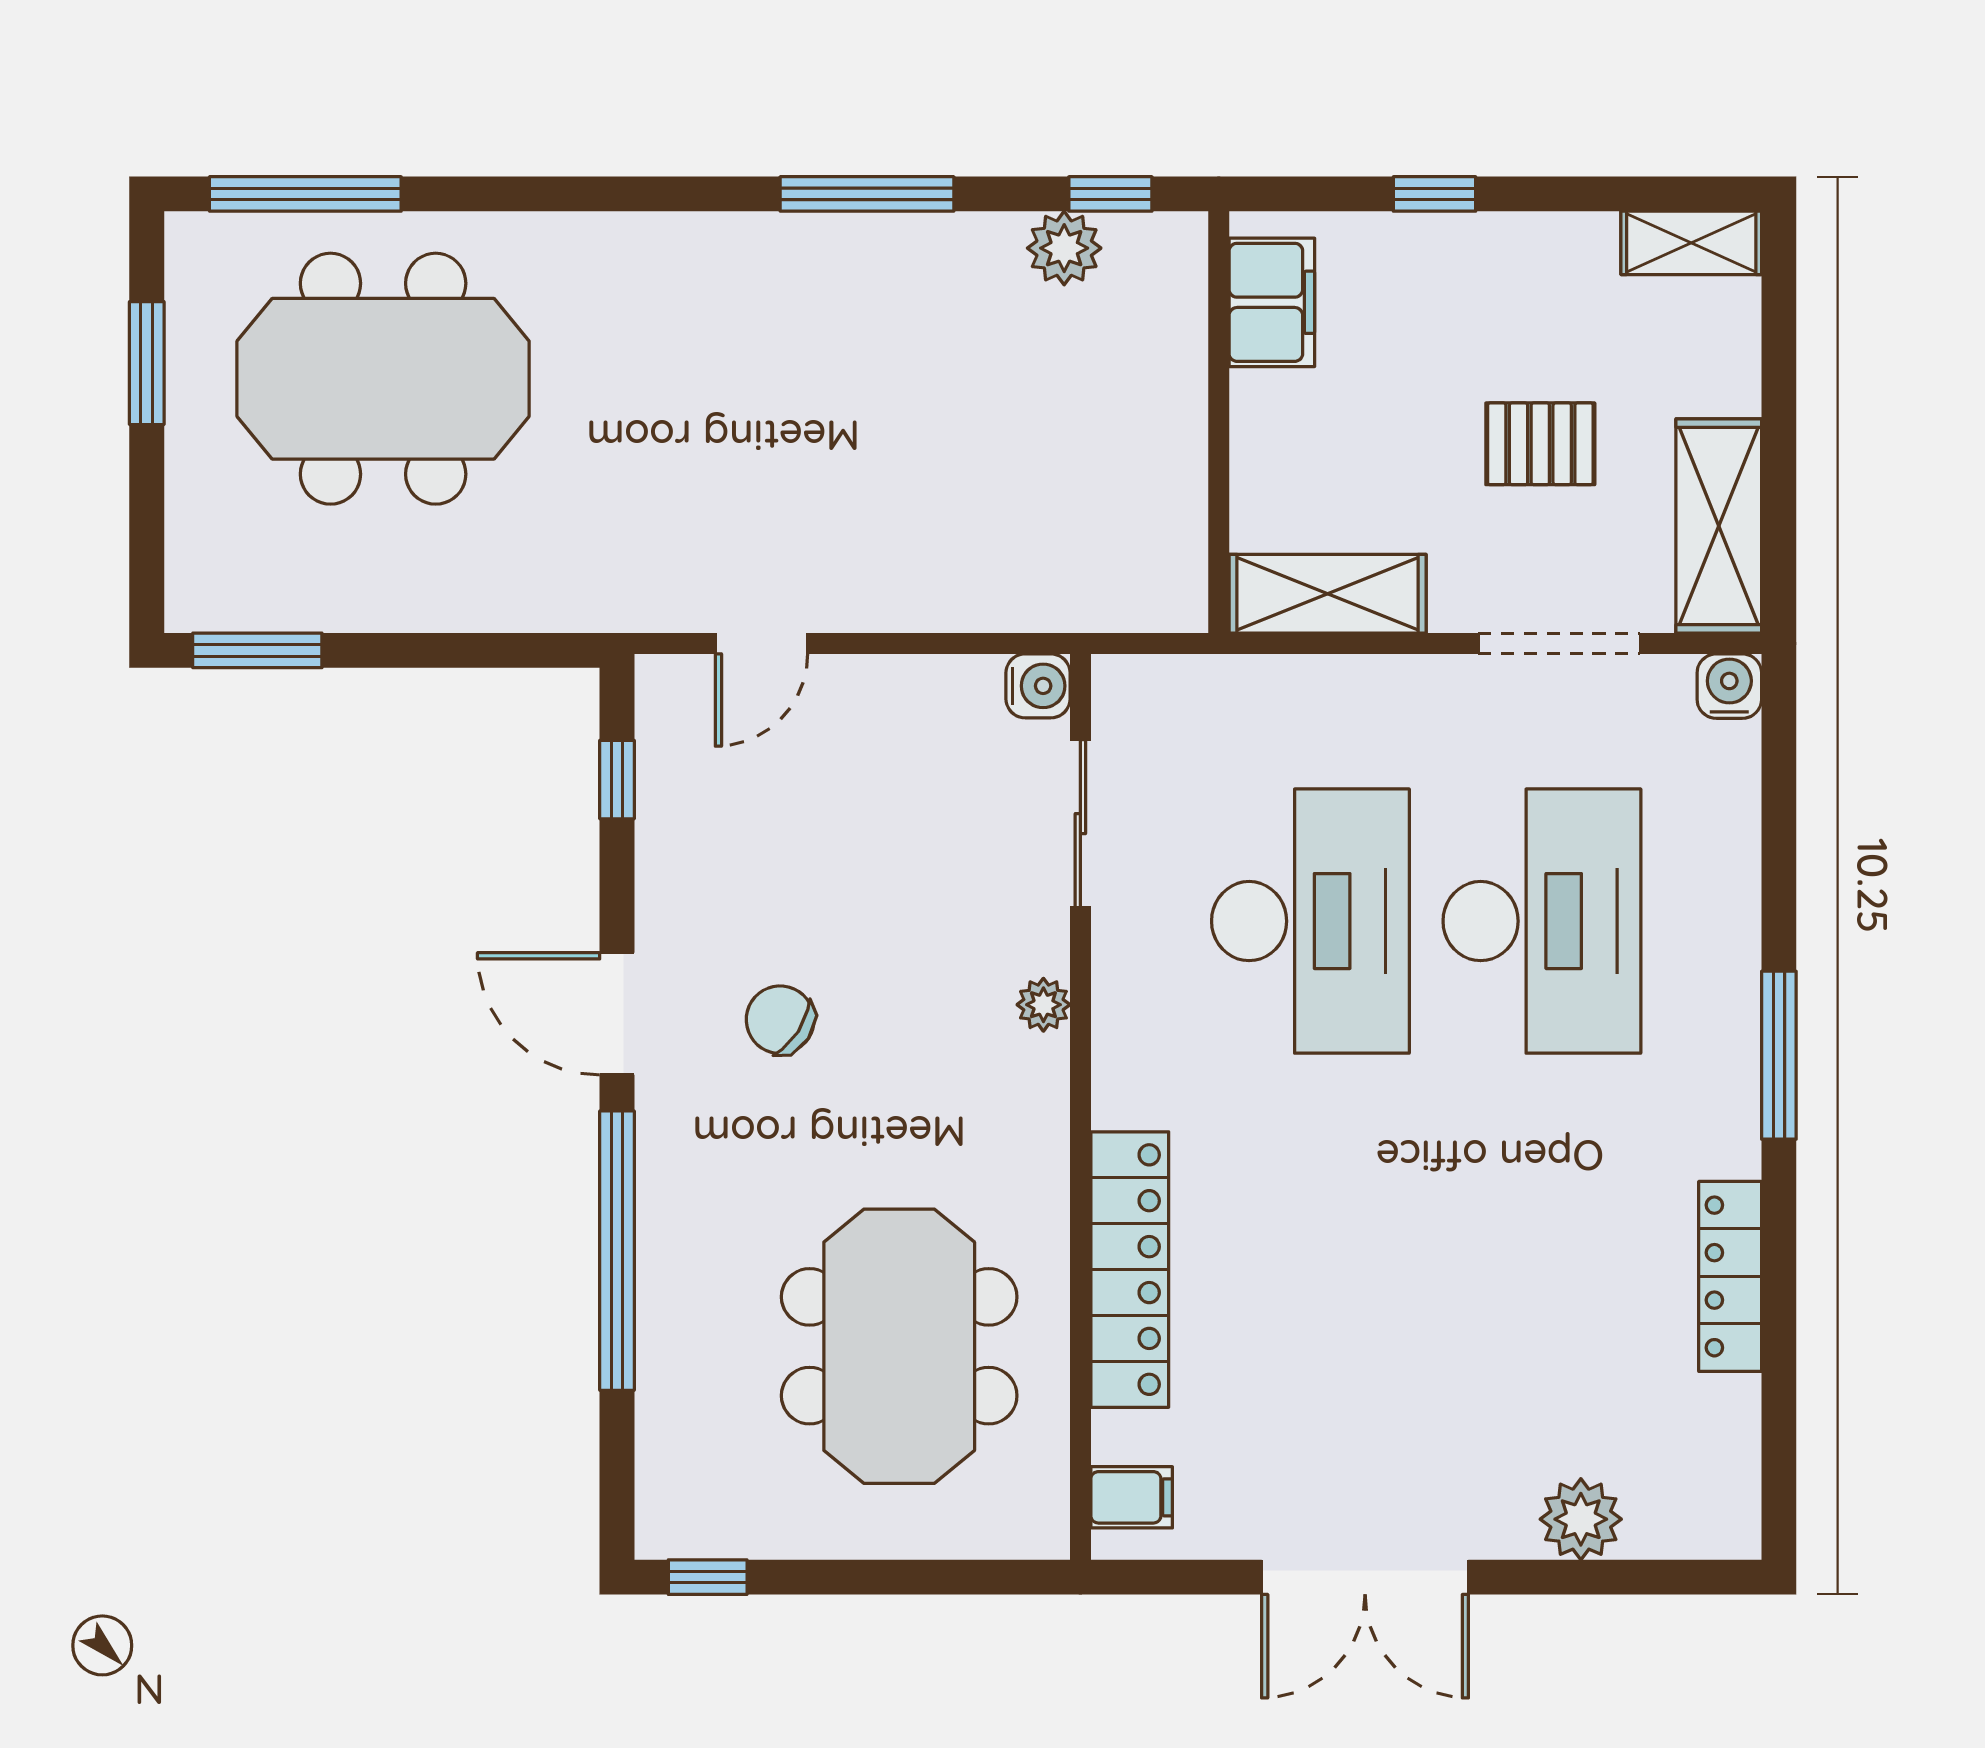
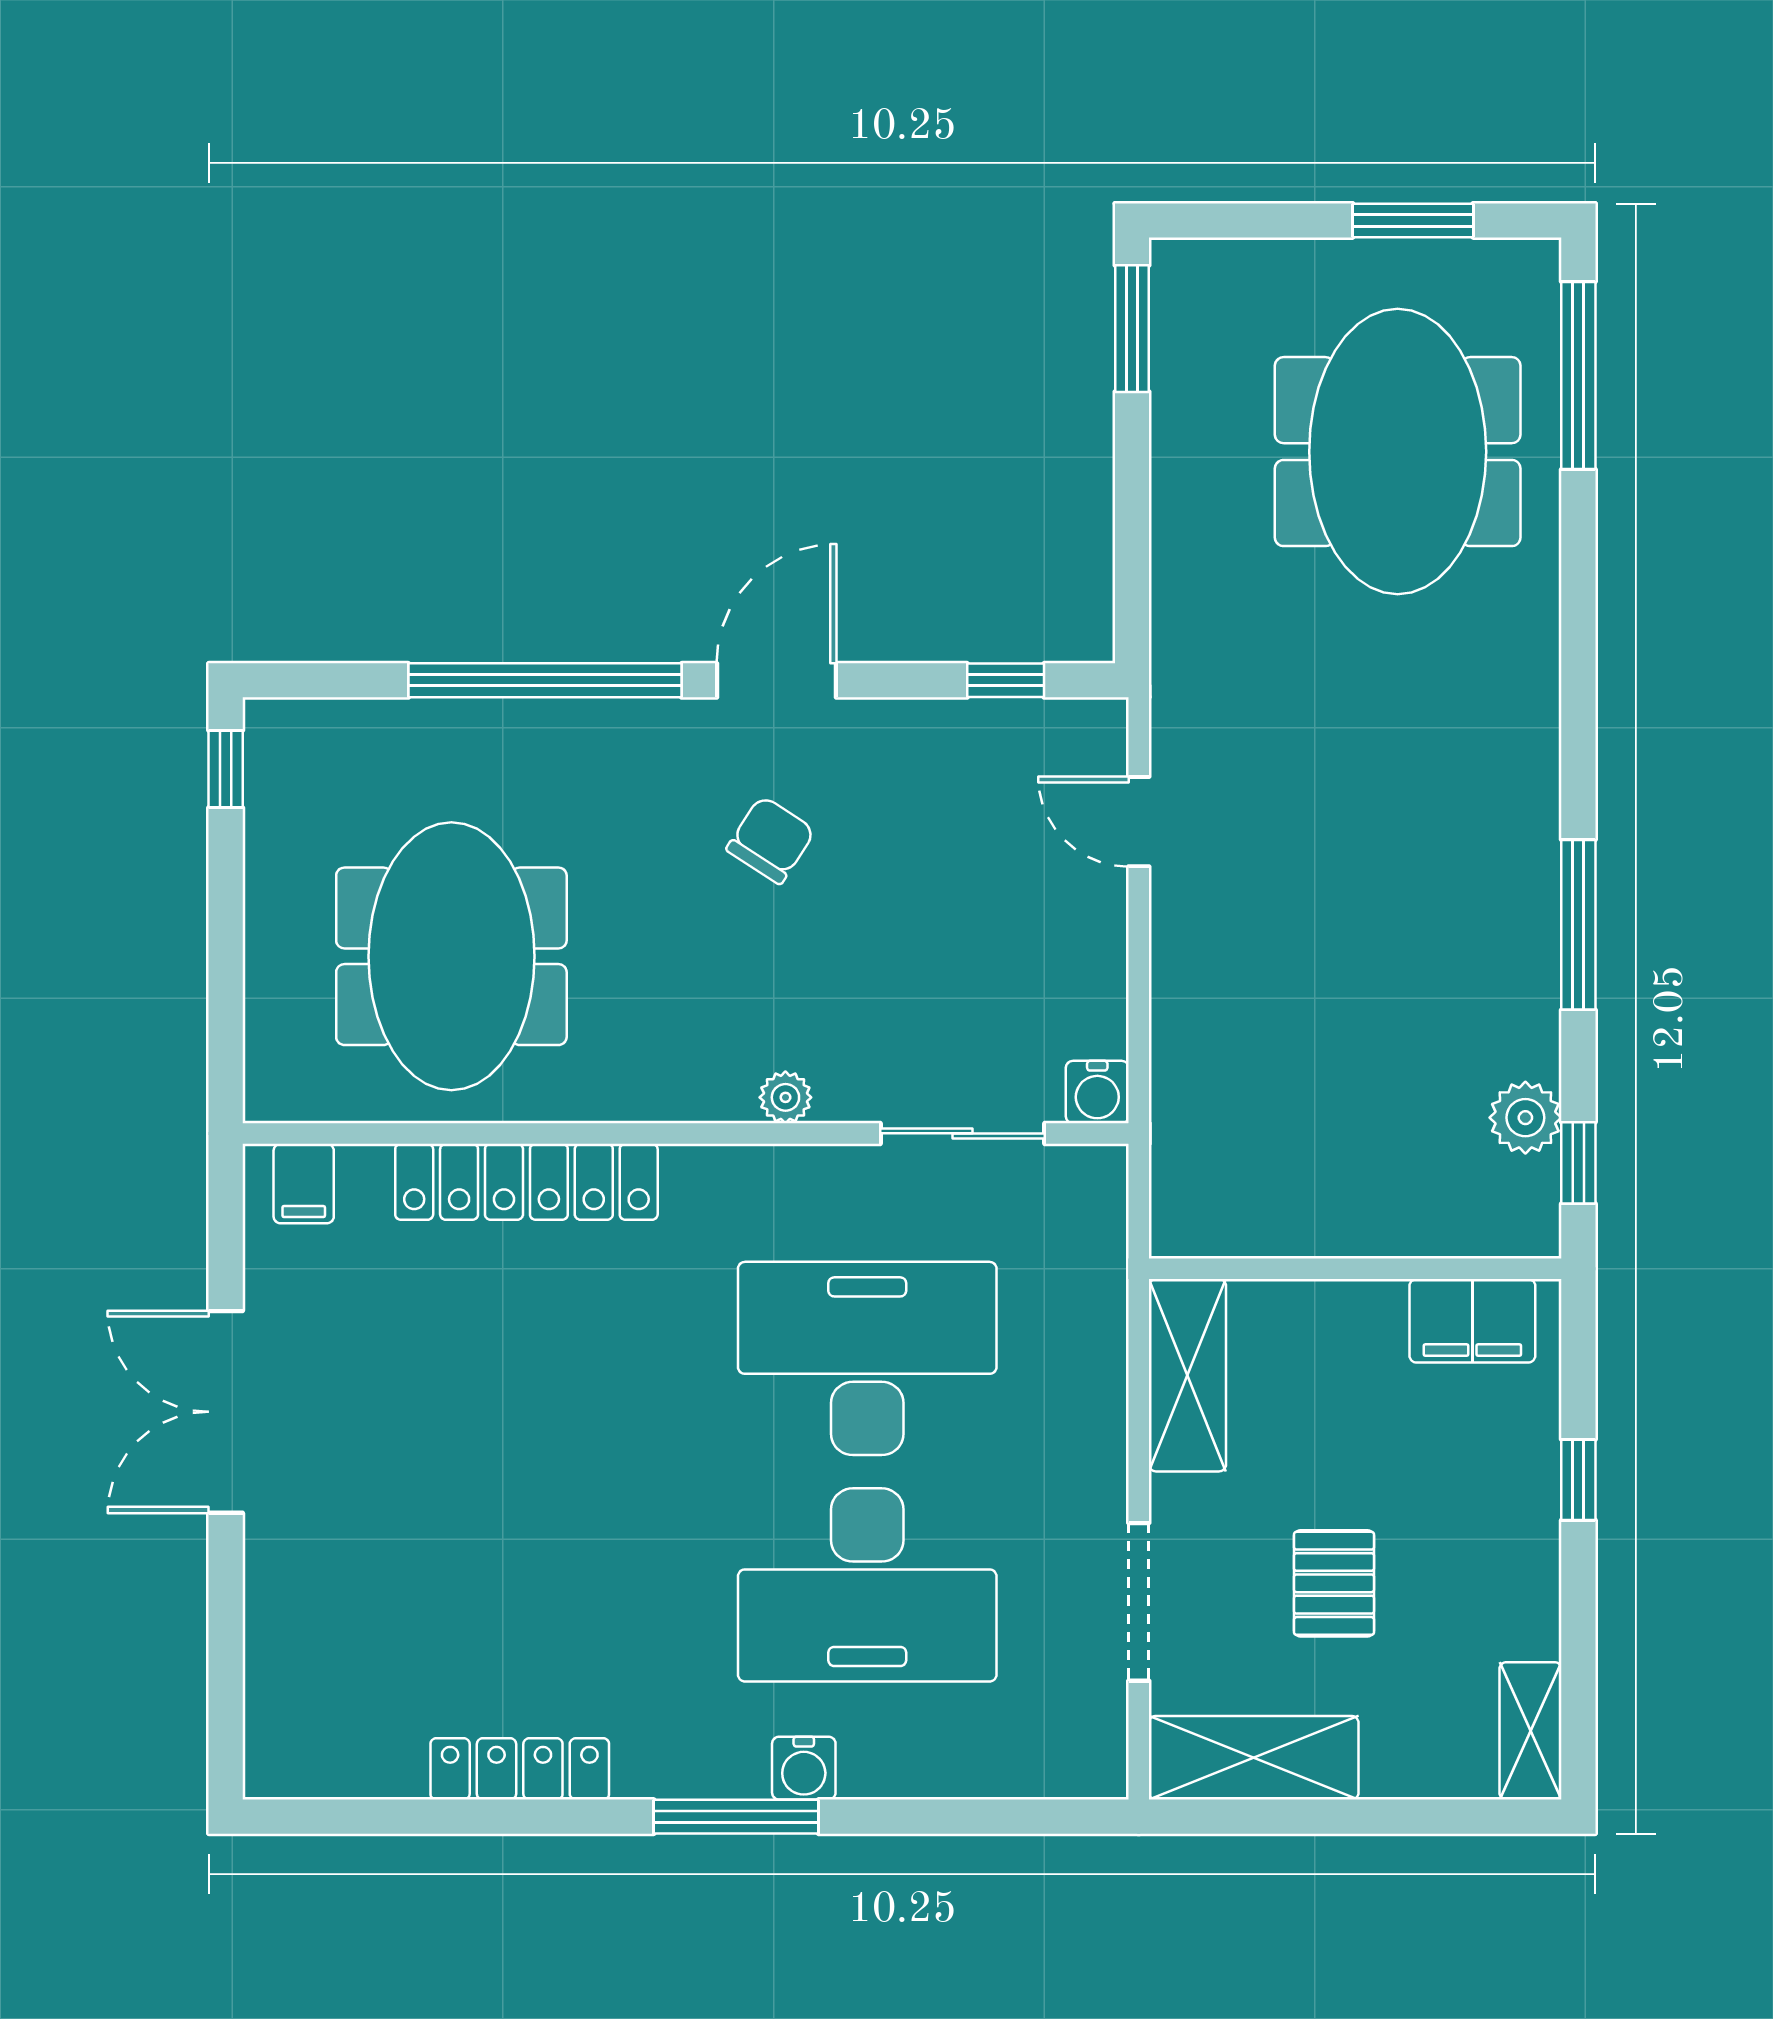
water cooler: (1729, 686) -> (804, 1768), moved, turned 90
desk: (1310, 921) -> (867, 1358), turned 180
meeting table: (899, 1346) -> (451, 956), turned 90
plant: (1581, 1519) -> (282, 1623), removed

